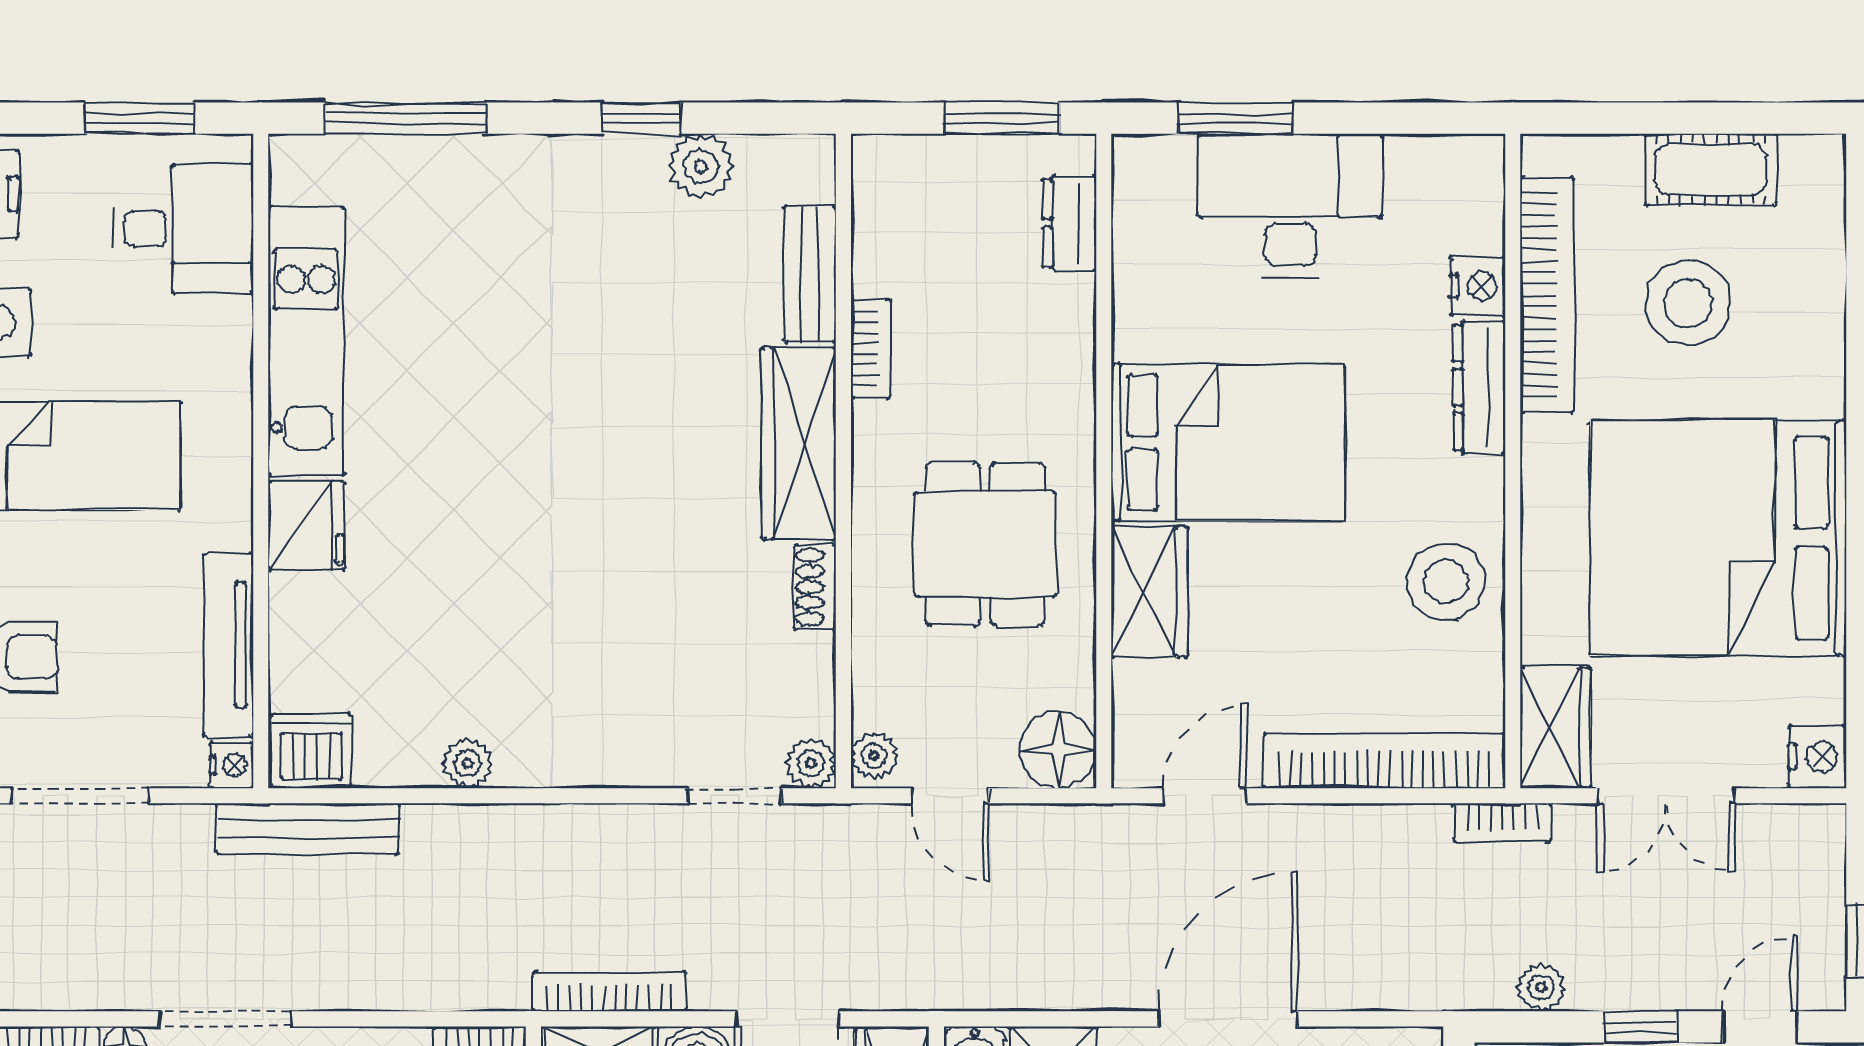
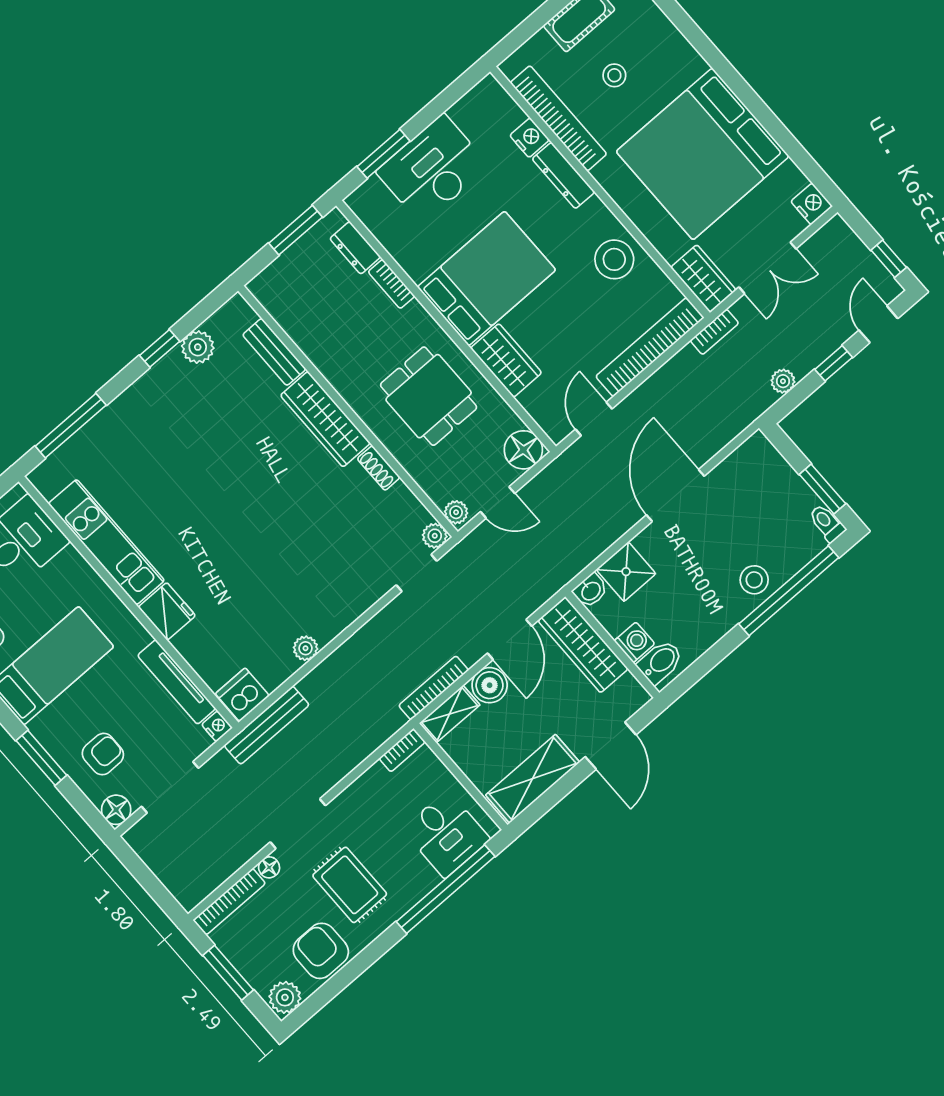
stool: (1688, 303) -> (614, 75), width x0.53, depth x0.53
bookcase: (871, 348) -> (391, 284), moved, turned 180

